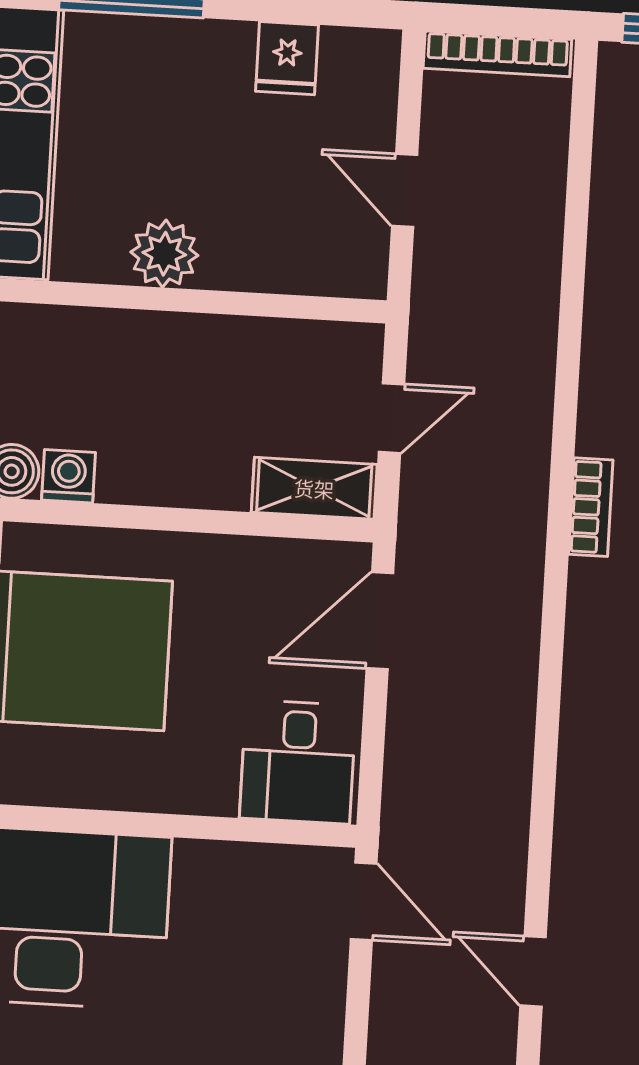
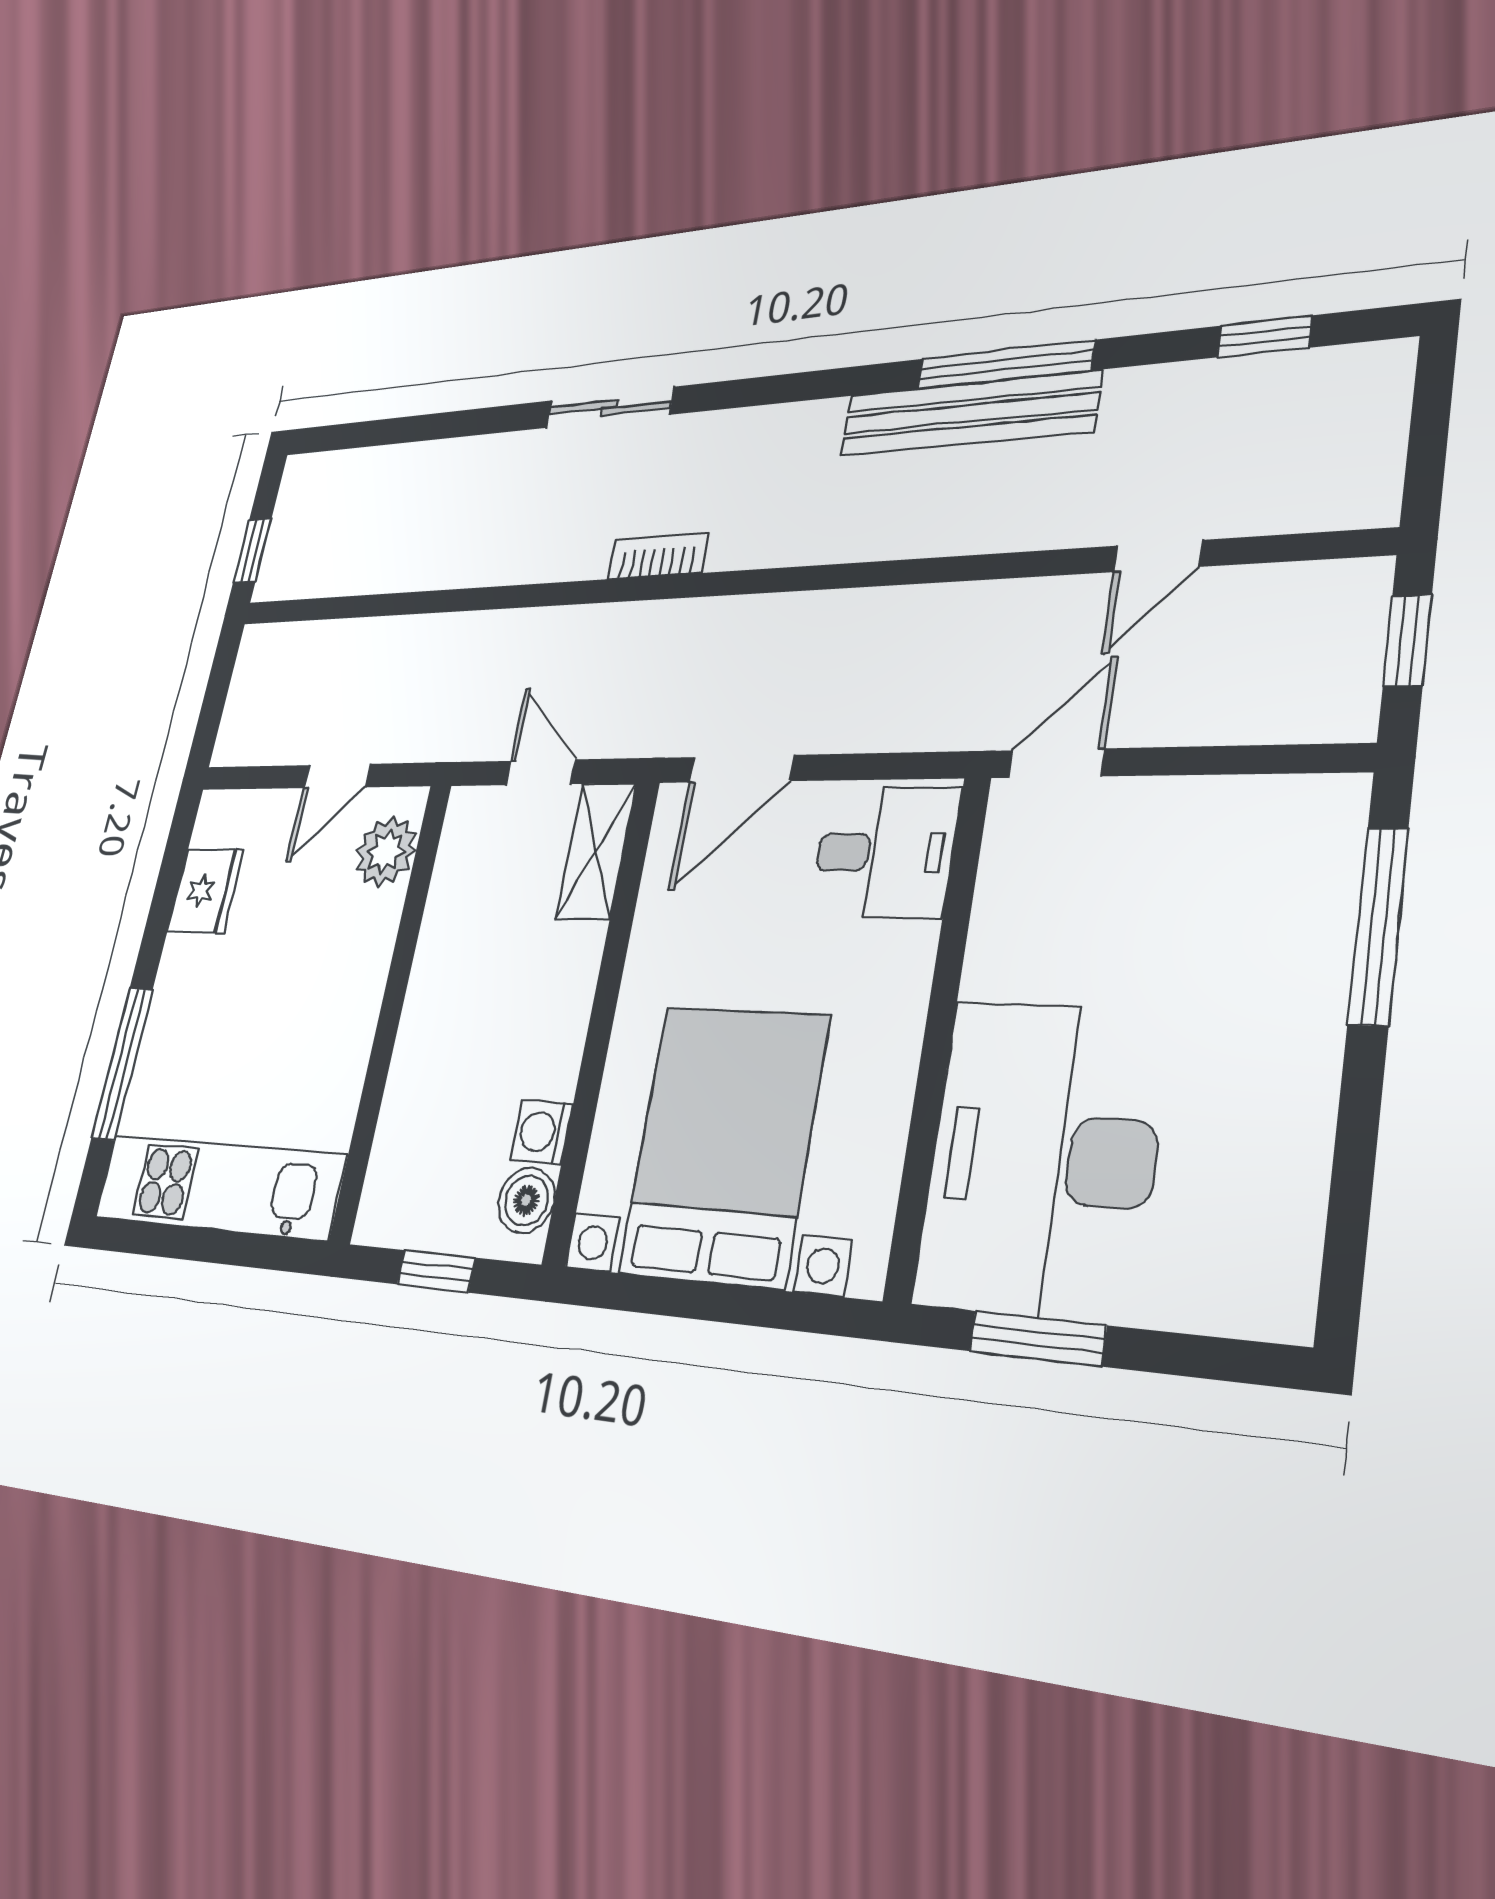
bookcase: (497, 54) -> (241, 696), removed
fridge: (287, 58) -> (206, 891), width x1.38
plant: (164, 254) -> (386, 852), moved
door: (380, 621) -> (741, 769), hinge flipped

